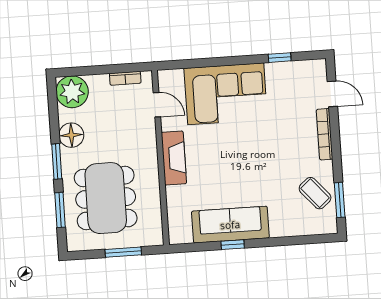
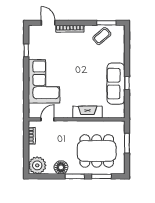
door: (332, 94) -> (48, 23), hinge flipped
fireplace: (174, 158) -> (87, 112), moved

